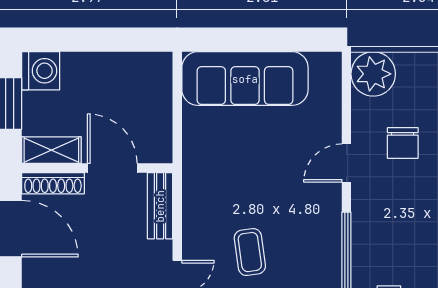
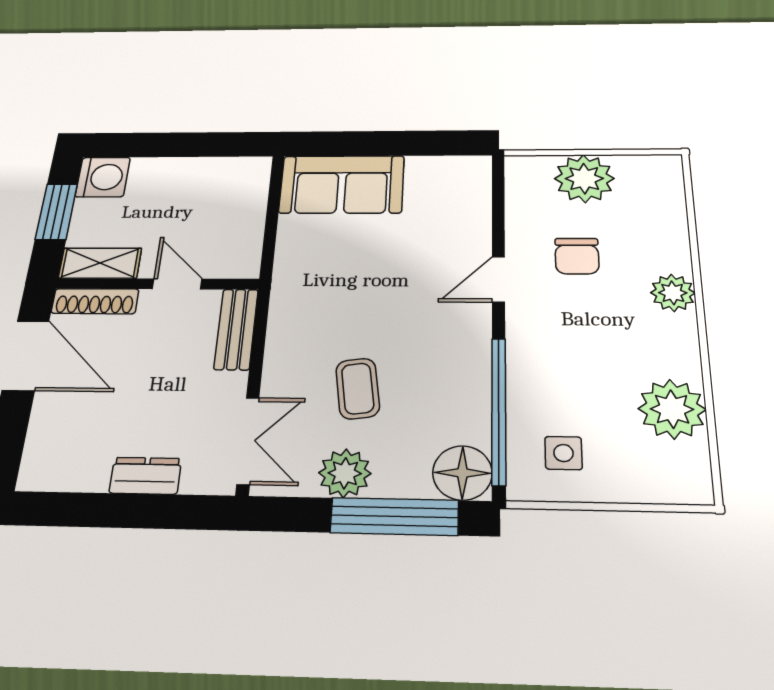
plant: (373, 74) -> (584, 179), moved
sofa: (245, 79) -> (342, 184), width x0.73
door: (112, 168) -> (177, 284), width x0.73

